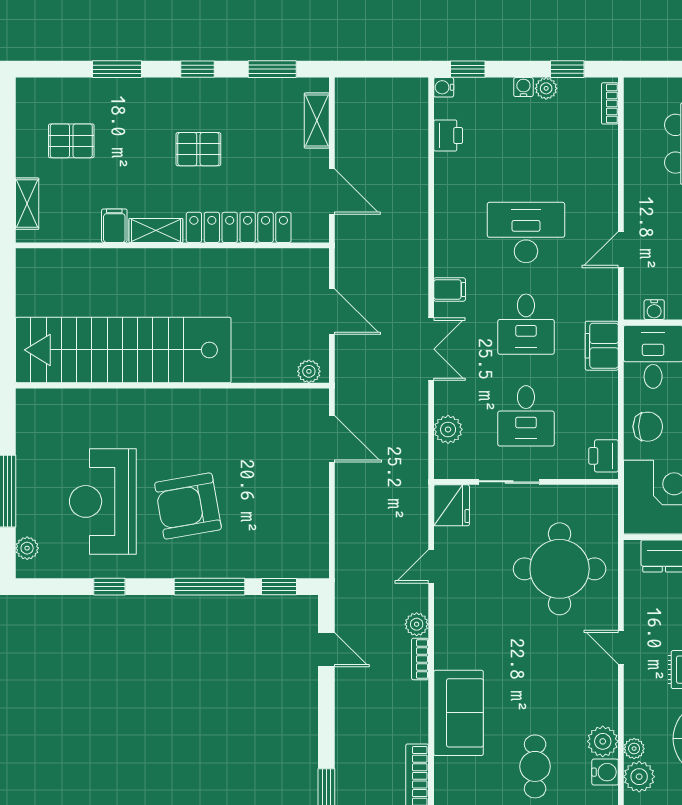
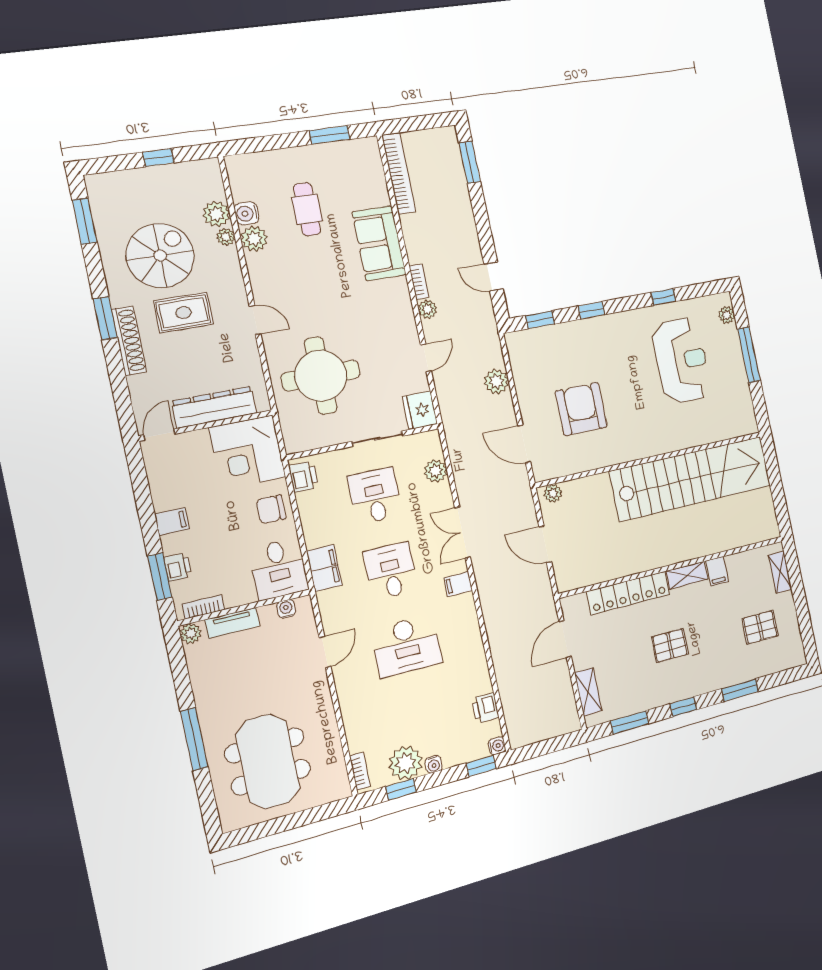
plant: (546, 88) -> (406, 763), width x1.88, depth x1.88
door: (332, 192) -> (565, 639), hinge flipped
armchair: (188, 506) -> (581, 409), moved, turned -80
plant: (350, 521) -> (496, 381), added
window: (209, 587) -> (592, 310), width x0.46

